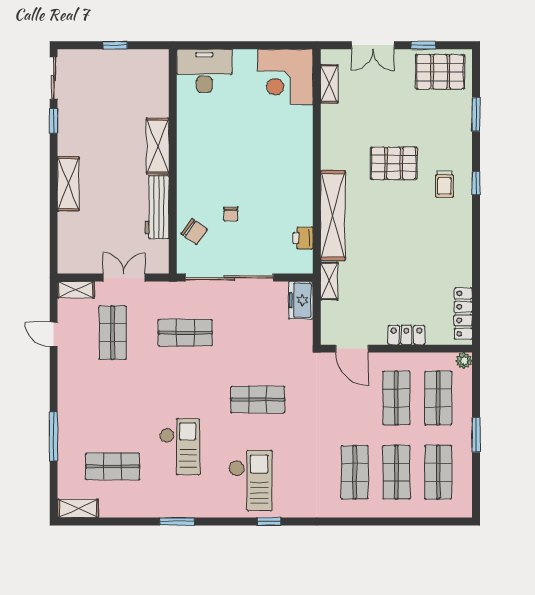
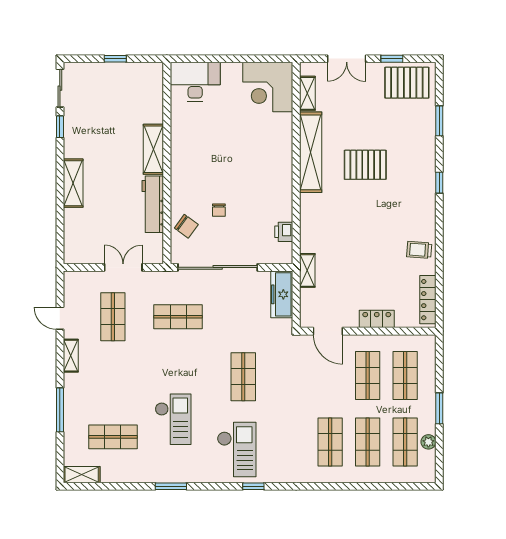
trolley: (445, 184) -> (419, 250), moved, turned 94
shelving: (333, 215) -> (311, 152), moved
shelving: (76, 290) -> (71, 356), moved, turned 90
freezer: (301, 300) -> (282, 294), width x1.40
plant: (464, 361) -> (428, 442), moved
shop shelf: (258, 400) -> (243, 377), turned 90

